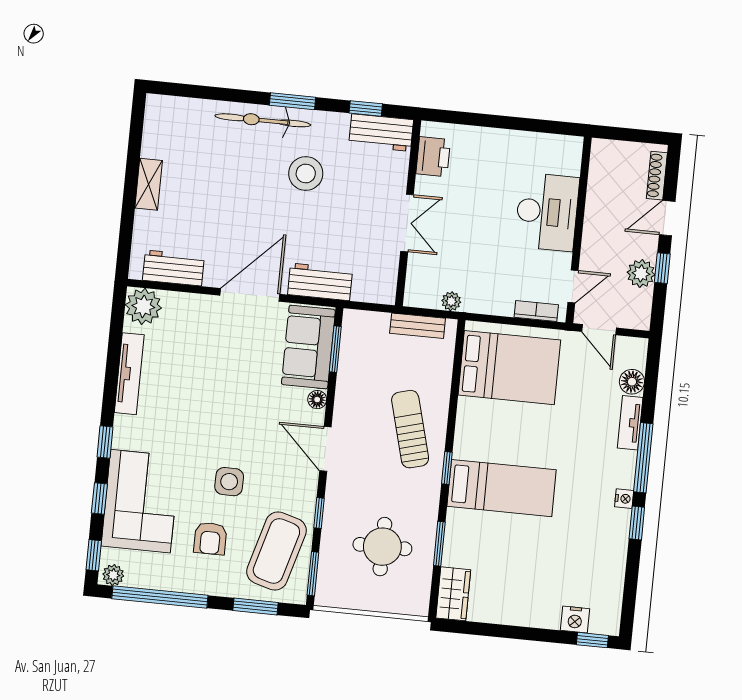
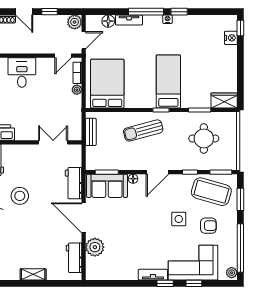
desk: (547, 212) -> (22, 72), width x0.73
double door: (407, 223) -> (53, 142), moved
plant: (641, 273) -> (75, 22), moved
door: (573, 286) -> (63, 56), swing flipped
plant: (451, 301) -> (77, 90), moved
plant: (143, 306) -> (95, 247), moved
tv unit: (129, 374) -> (153, 275), moved, width x0.71
window: (94, 555) -> (223, 283), removed

